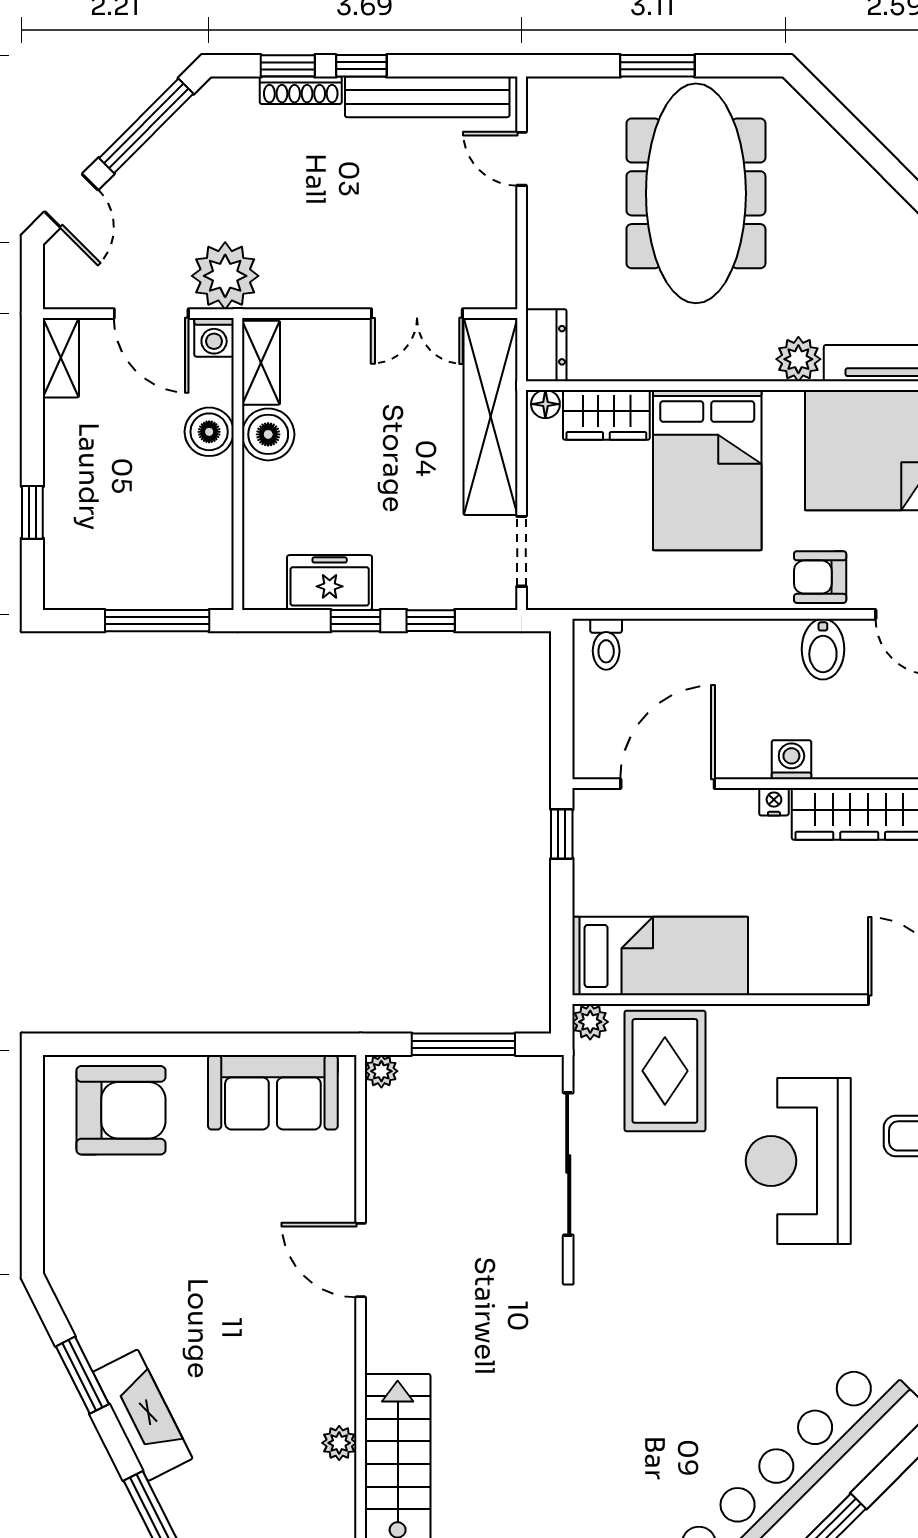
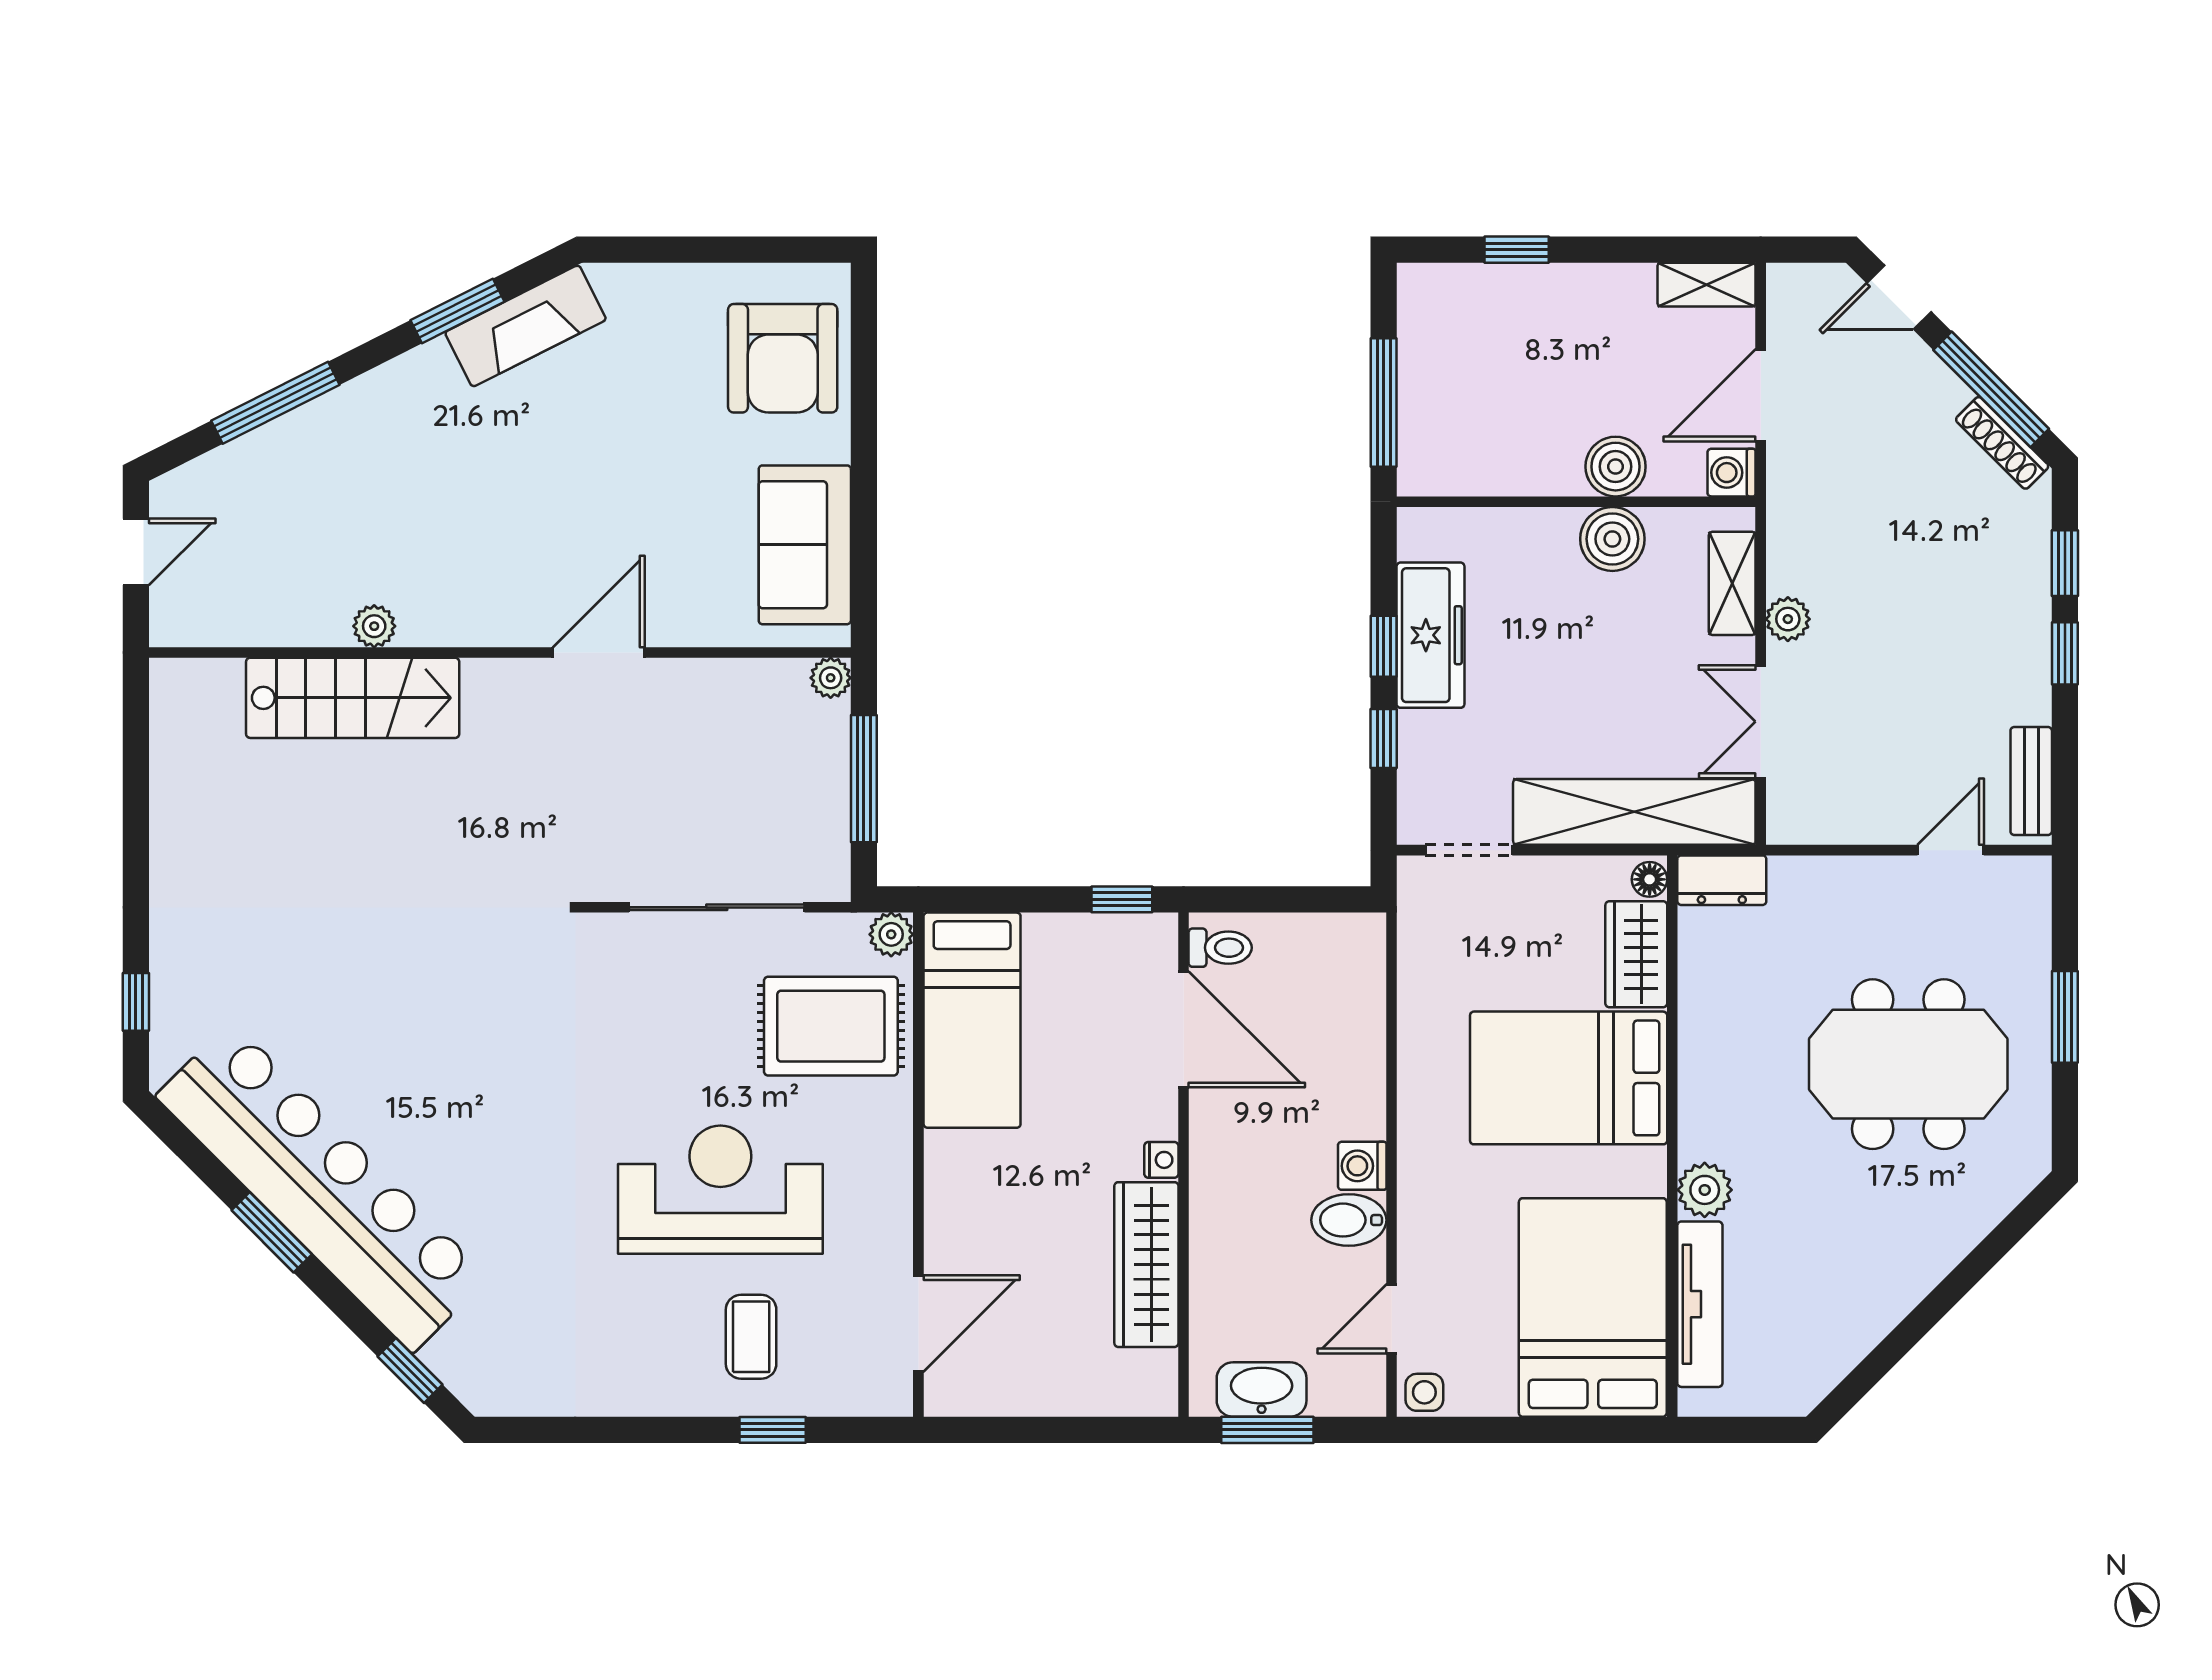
shoe rack: (301, 90) -> (2002, 443), moved, turned -45
bench: (427, 97) -> (2031, 781), width x0.54, depth x0.82
meeting table: (696, 193) -> (1908, 1064), width x0.73
plant: (225, 276) -> (1788, 619), moved, width x0.53, depth x0.53
shelving: (261, 363) -> (1732, 583), moved, turned 90
armchair: (820, 577) -> (1437, 1217), removed
freezer: (330, 583) -> (1430, 635), width x1.40
toilet: (606, 644) -> (1220, 948), moved, turned 180
washing machine: (791, 760) -> (1362, 1166), moved, turned 180
fireplace: (143, 1415) -> (526, 326), moved

